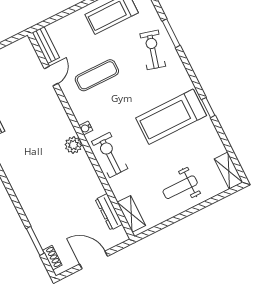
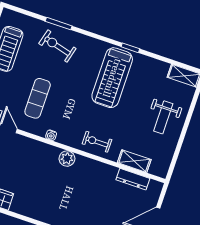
water cooler: (86, 128) -> (51, 135), moved
exercise bike: (110, 155) -> (97, 142), width x0.73, depth x0.72
shelving: (131, 214) -> (134, 161), moved

